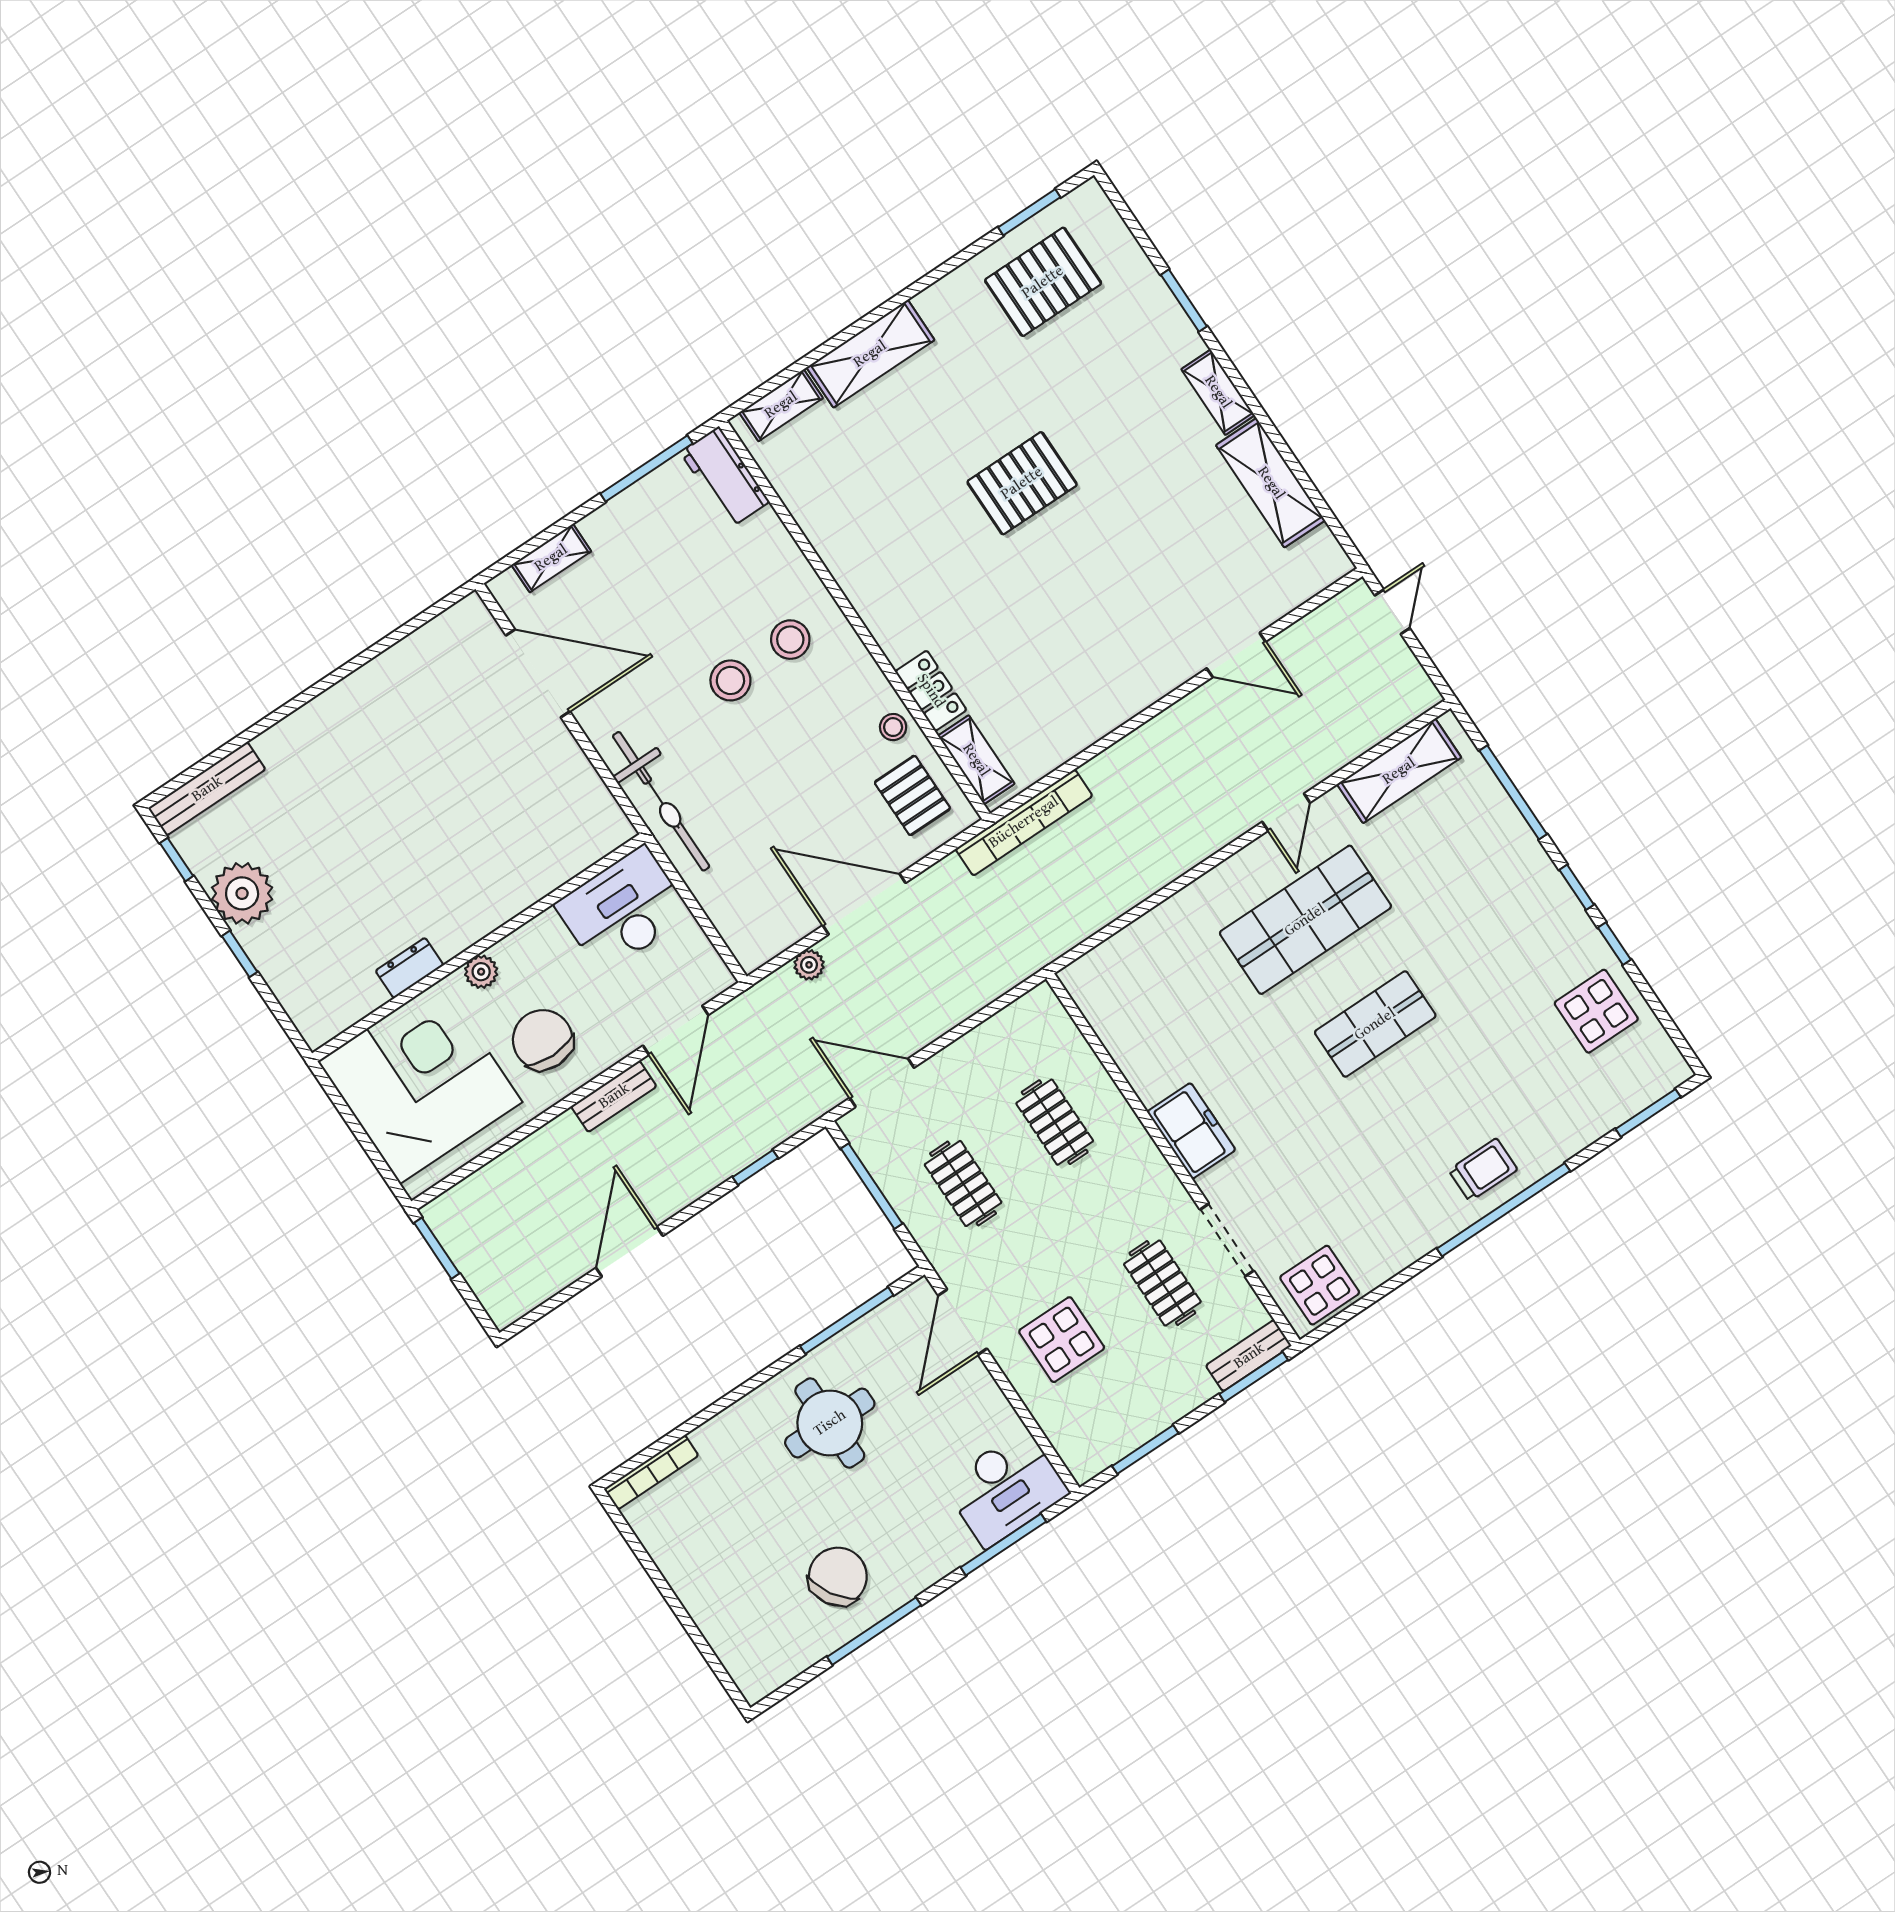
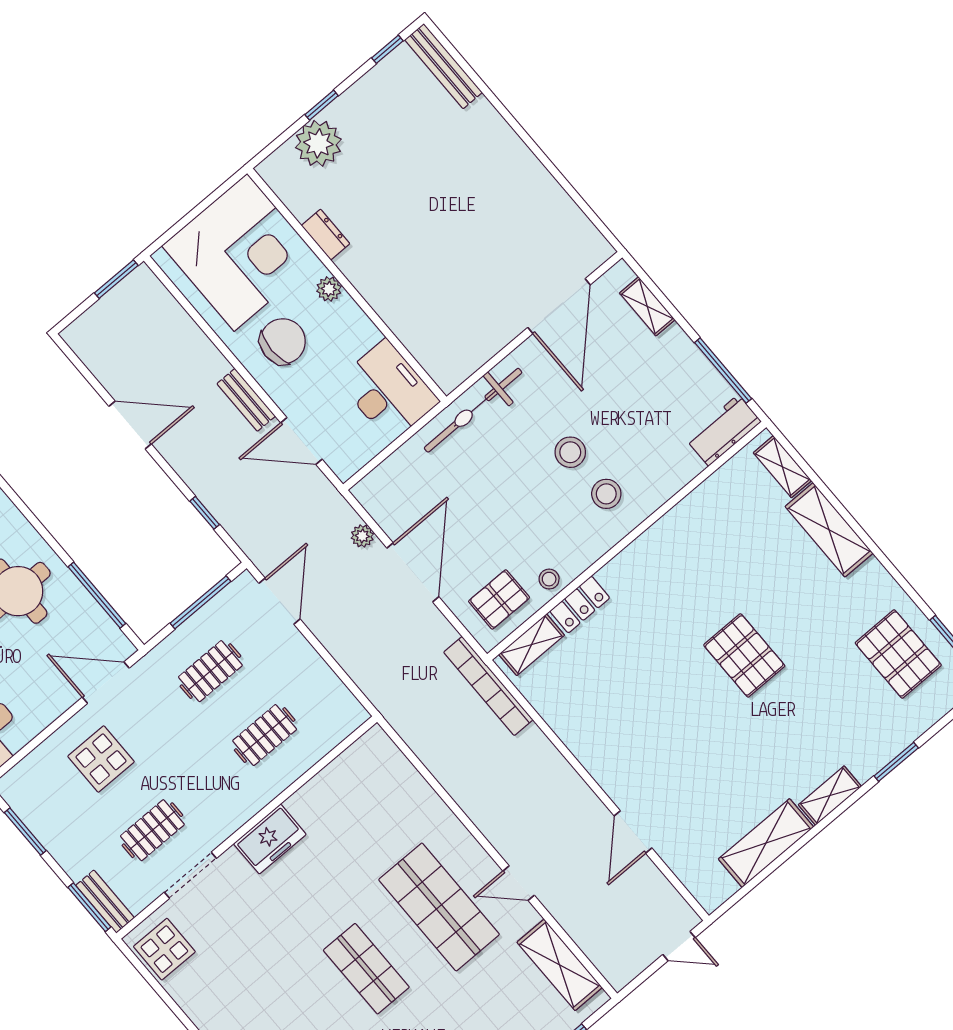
plant: (242, 893) -> (318, 143), moved

